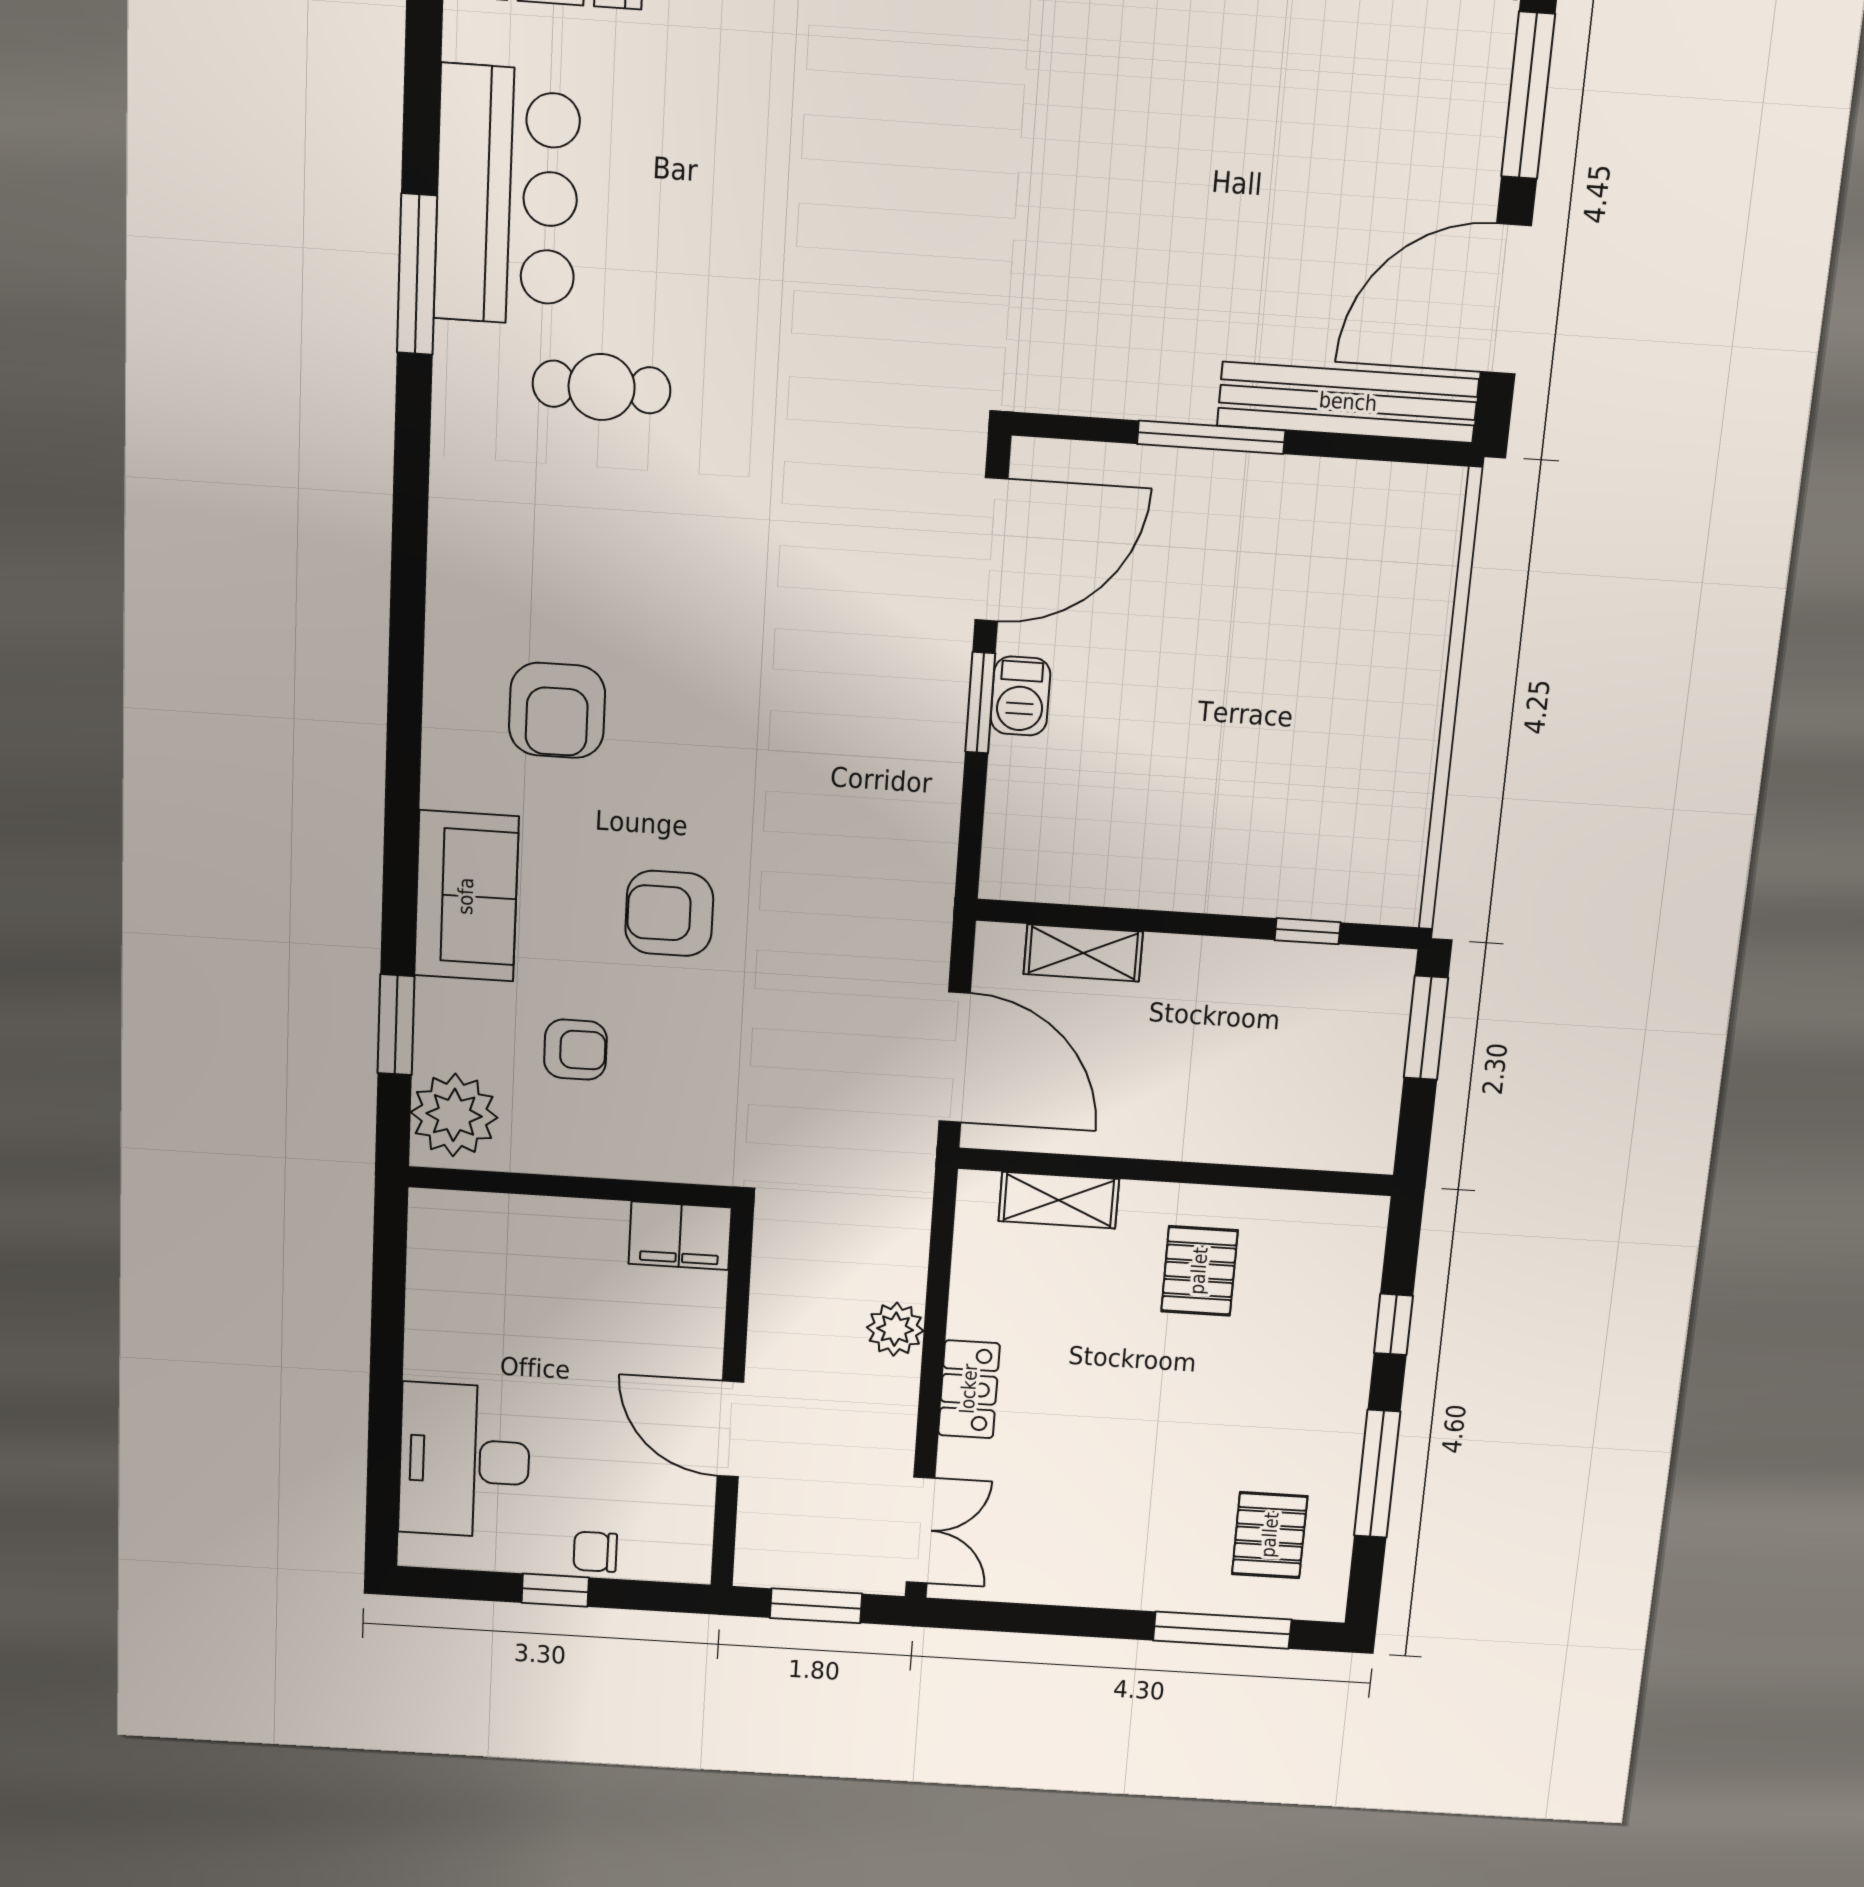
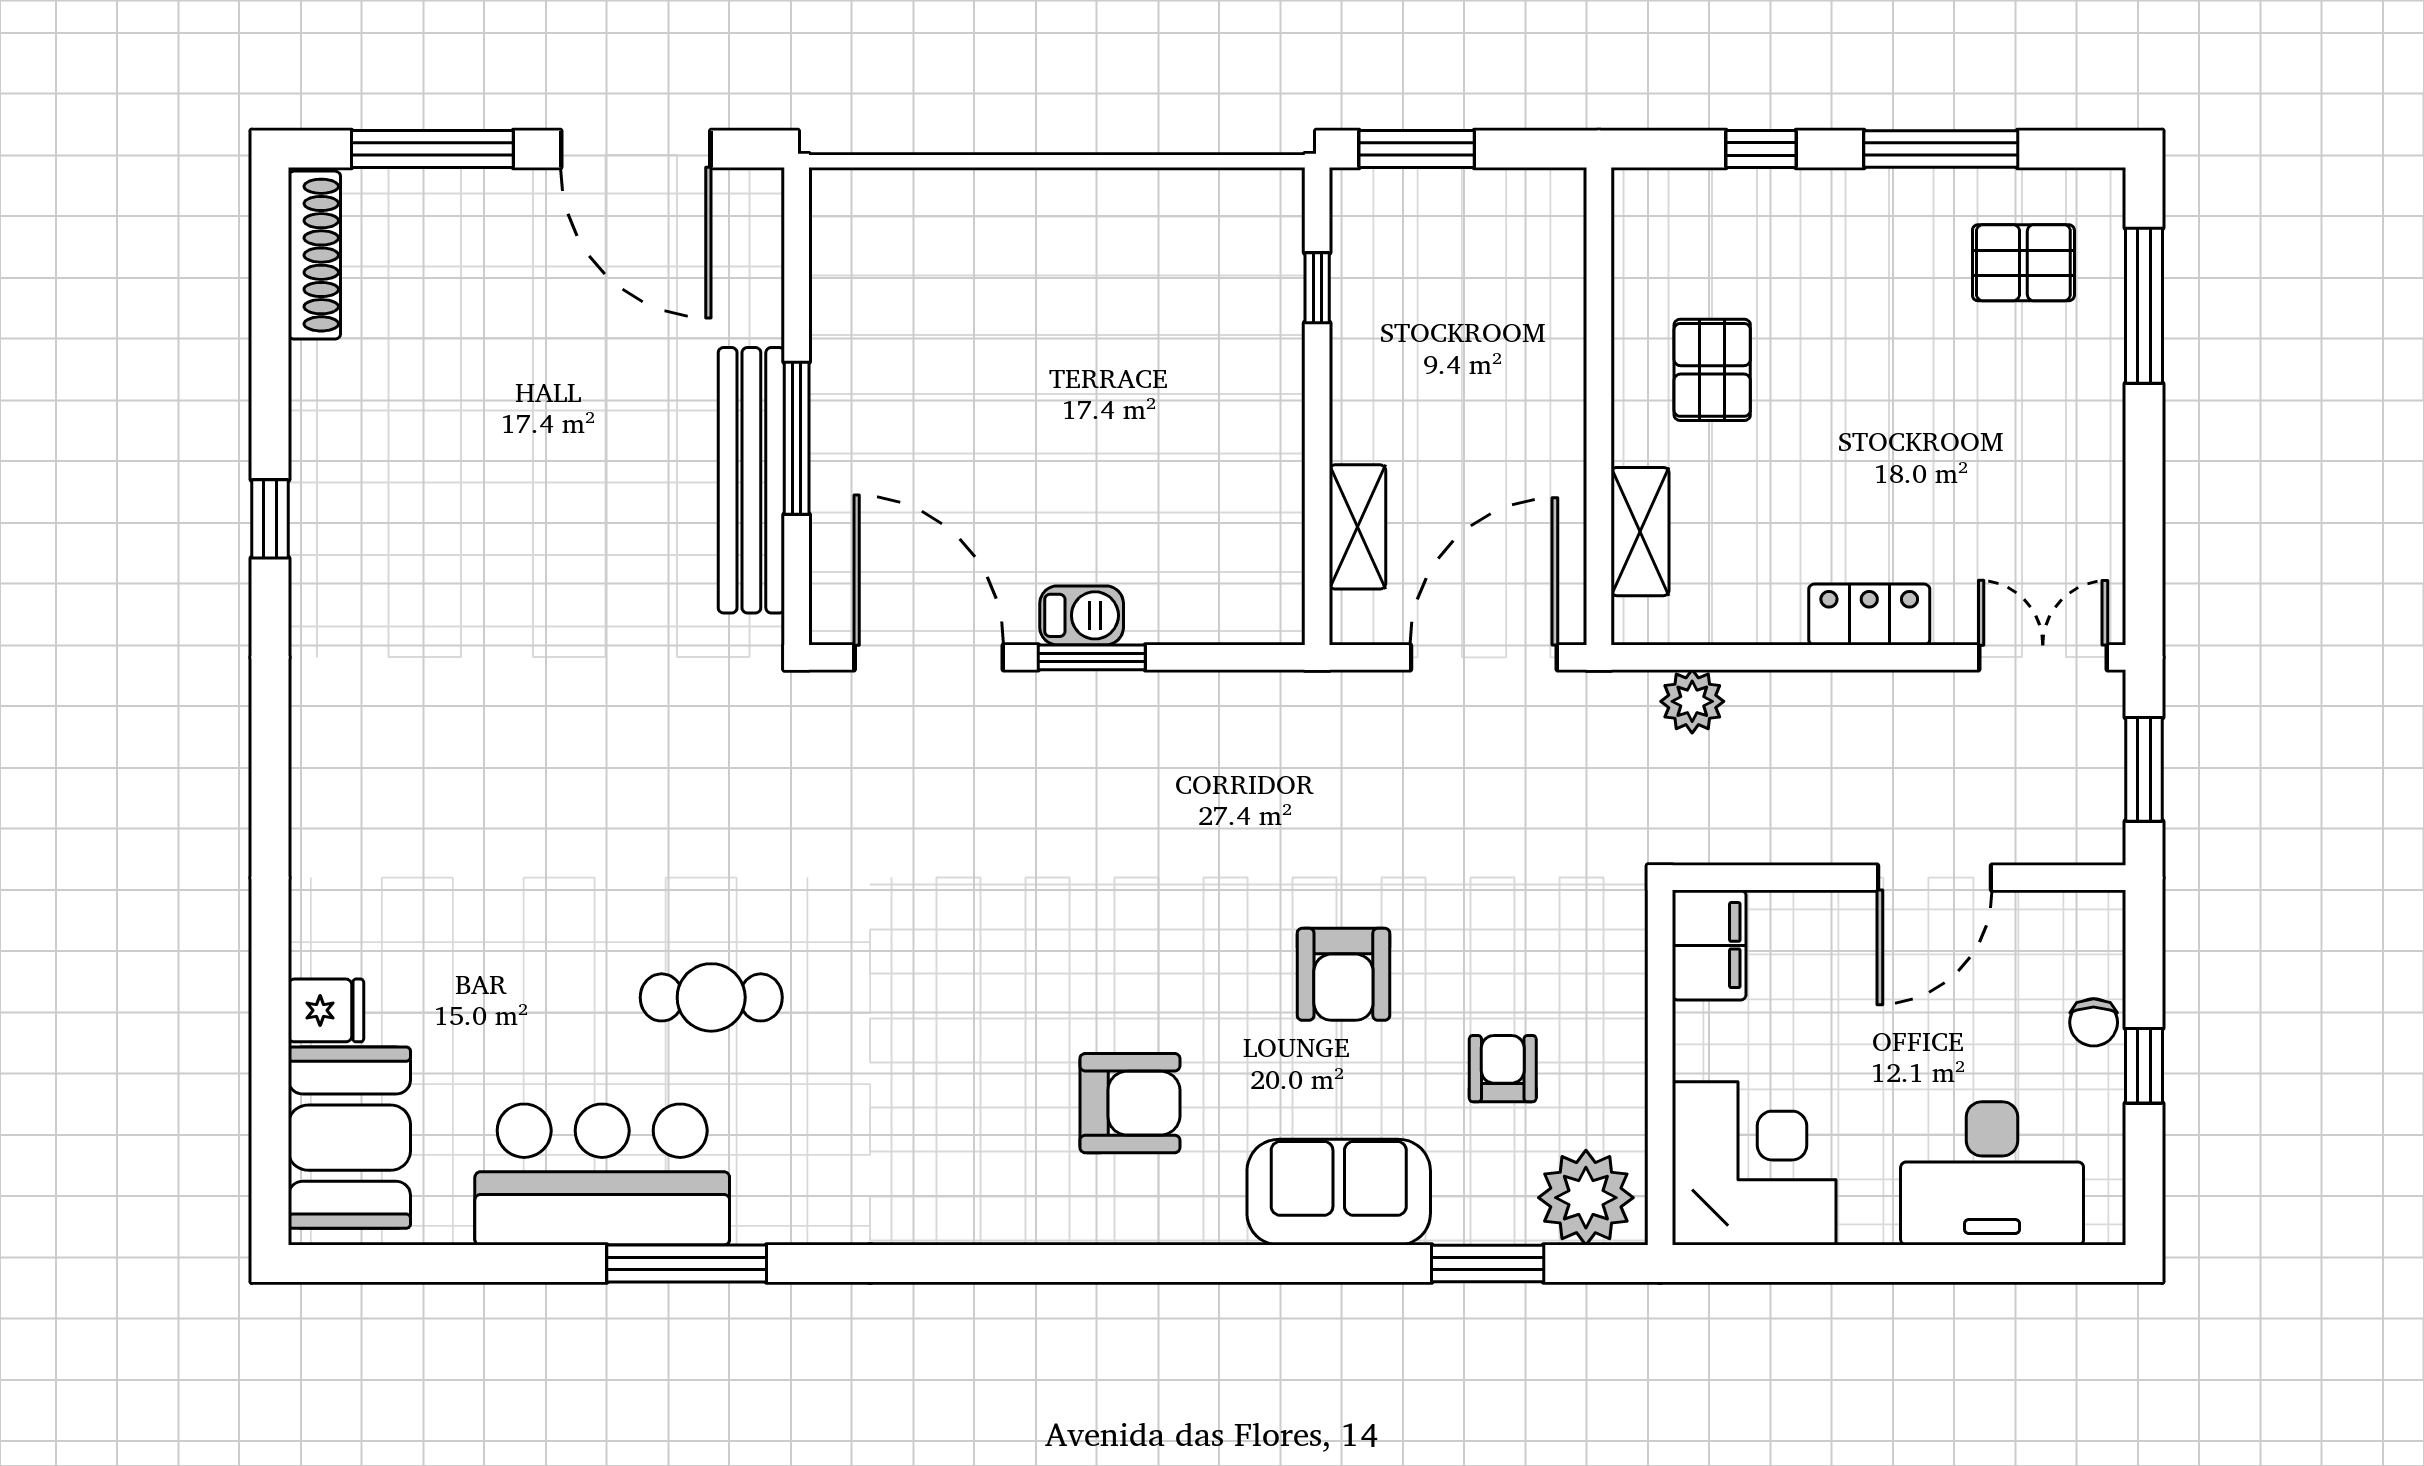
cafe table: (602, 387) -> (711, 997), moved, turned 90
bench: (1348, 402) -> (751, 480), moved
corner desk: (480, 1262) -> (1754, 1163), added
pallet: (1199, 1271) -> (1712, 370), turned 90
plant: (895, 1329) -> (1692, 701), moved

